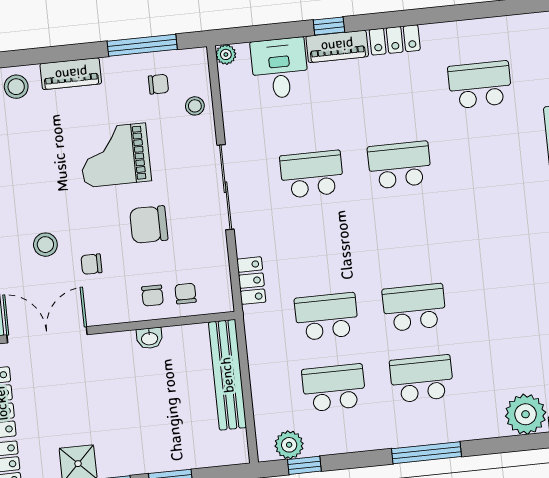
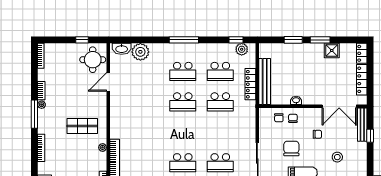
chair: (149, 225) -> (291, 149), turned -90
stool: (45, 245) -> (337, 157), moved
locker: (251, 281) -> (250, 84), moved, width x1.53

